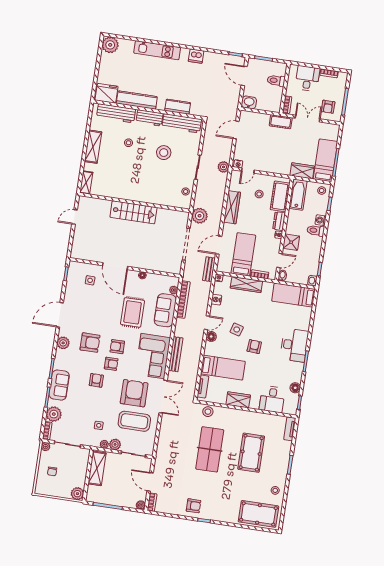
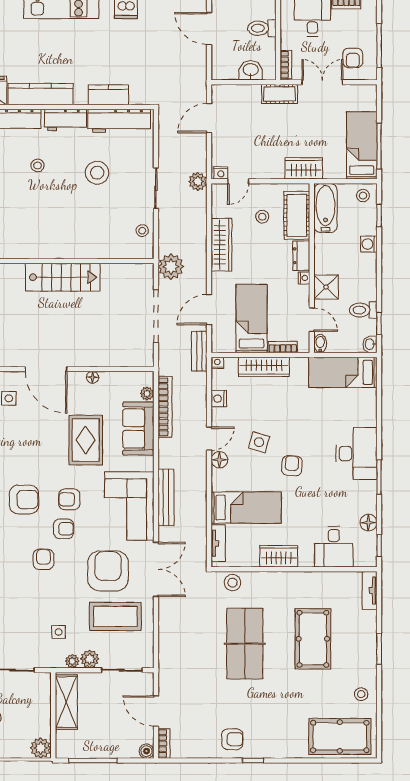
washbasin: (249, 102) -> (251, 70), moved
wardrobe: (302, 171) -> (304, 168), moved
toilet: (316, 231) -> (363, 310), moved
door: (280, 260) -> (312, 320), hinge flipped

